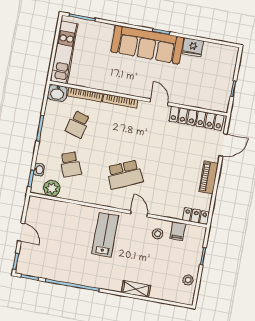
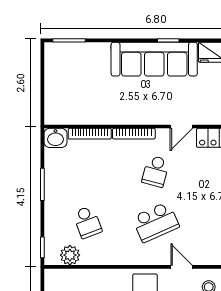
kitchen unit: (64, 52) -> (55, 87), removed
door: (159, 102) -> (181, 127), swing flipped
school desk: (78, 124) -> (156, 171), moved
washbasin: (39, 170) -> (50, 235), removed

